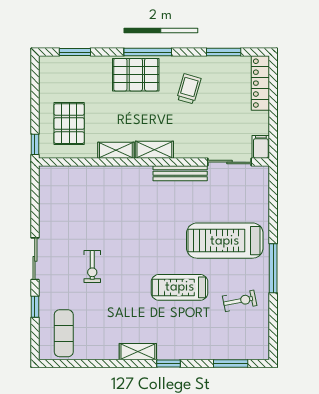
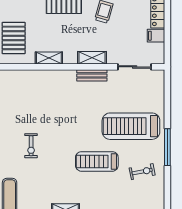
filing cabinet: (261, 147) -> (156, 36), moved, turned -90
shelving: (154, 150) -> (92, 58), moved
bench: (180, 173) -> (92, 75), width x0.73

